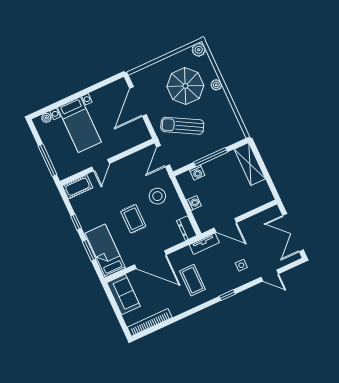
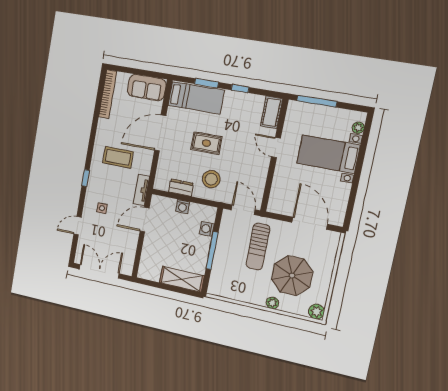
sun lounger: (182, 126) -> (258, 247), turned 151
dresser: (187, 228) -> (181, 188), moved

